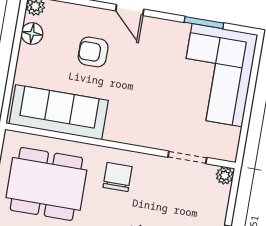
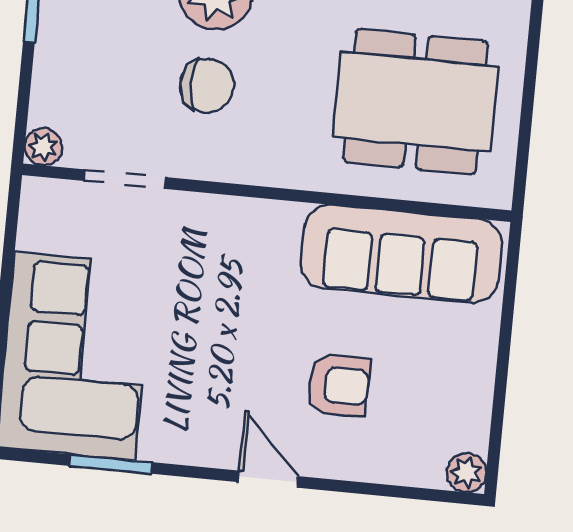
floor lamp: (32, 33) -> (469, 415), removed
chair: (118, 177) -> (207, 85), moved, turned -90

